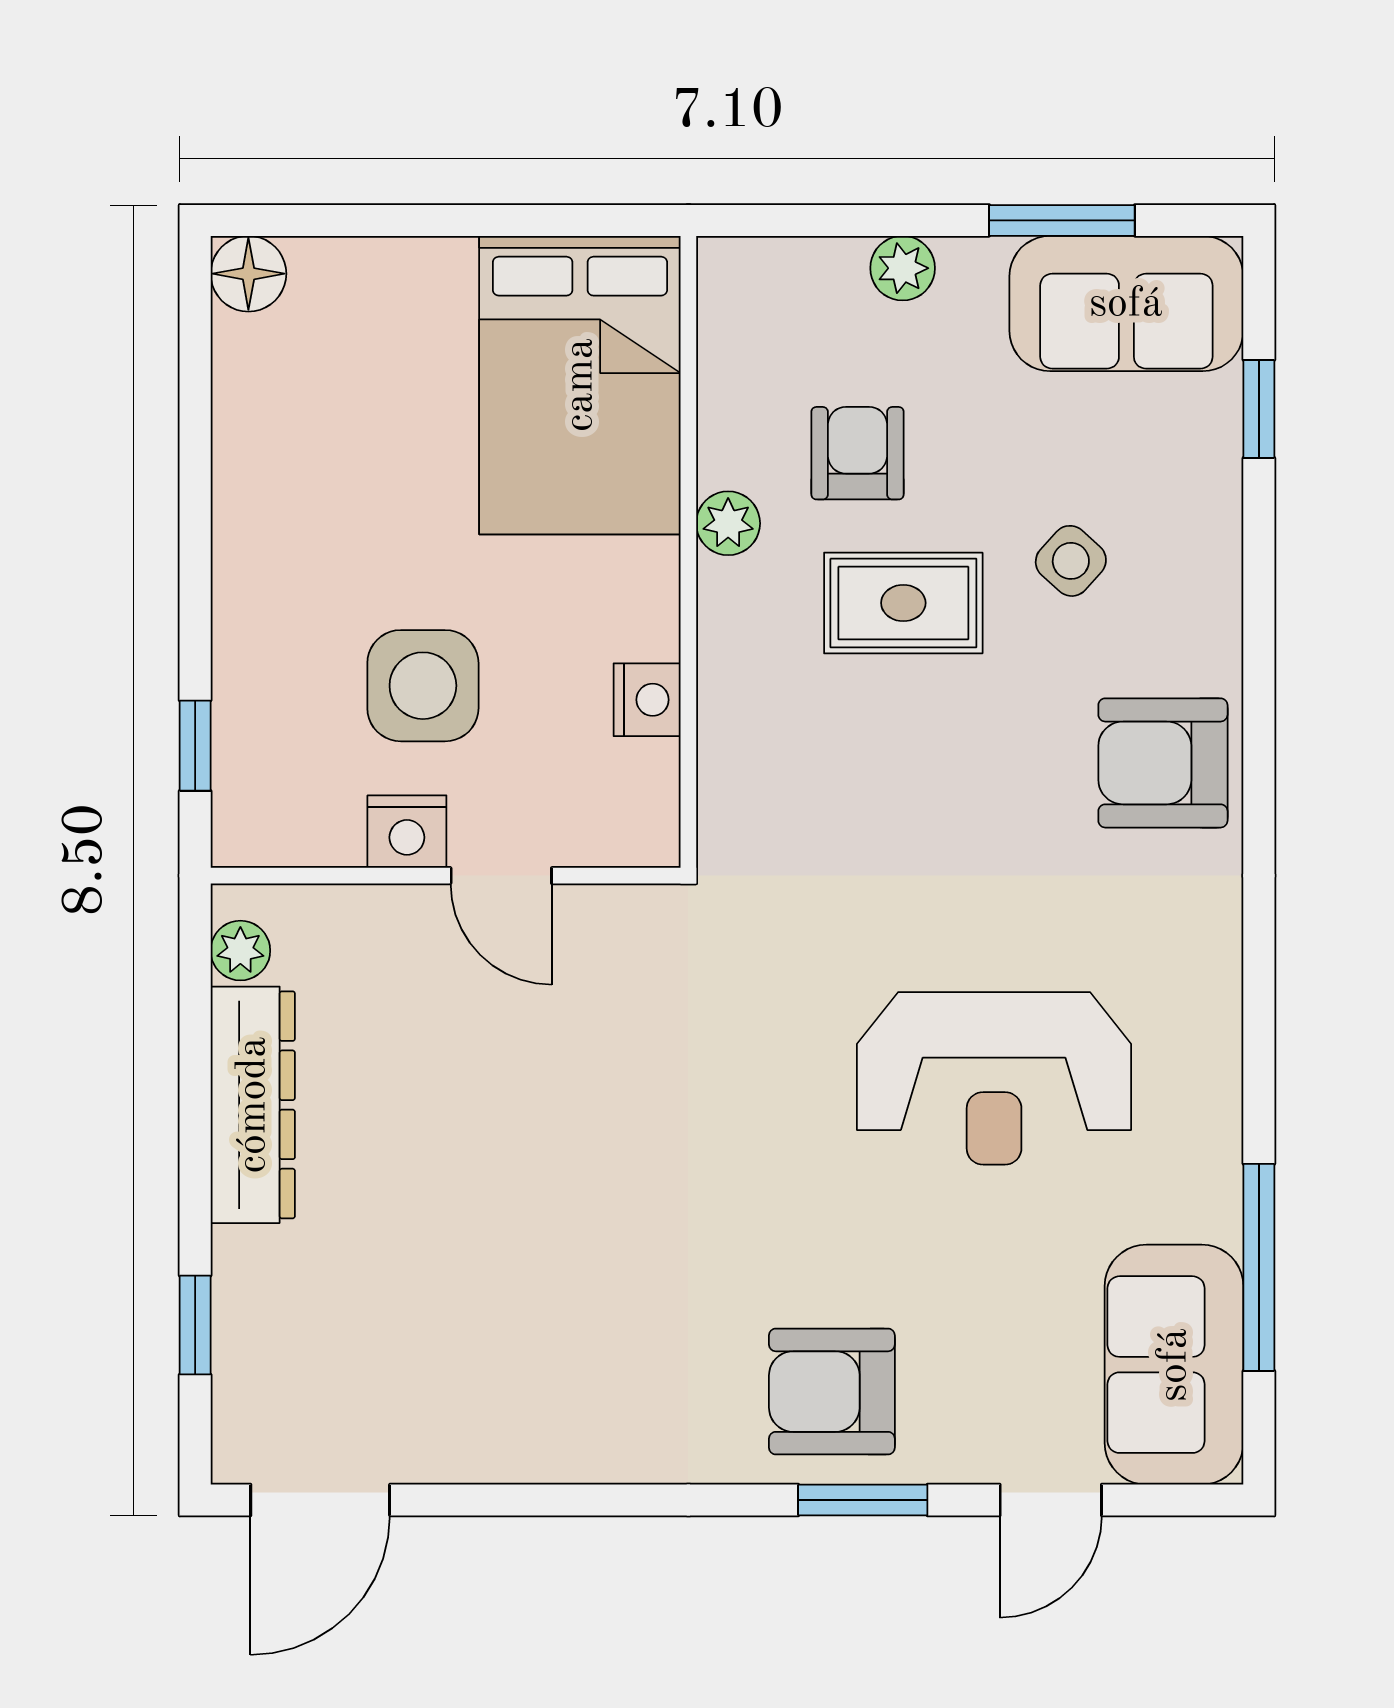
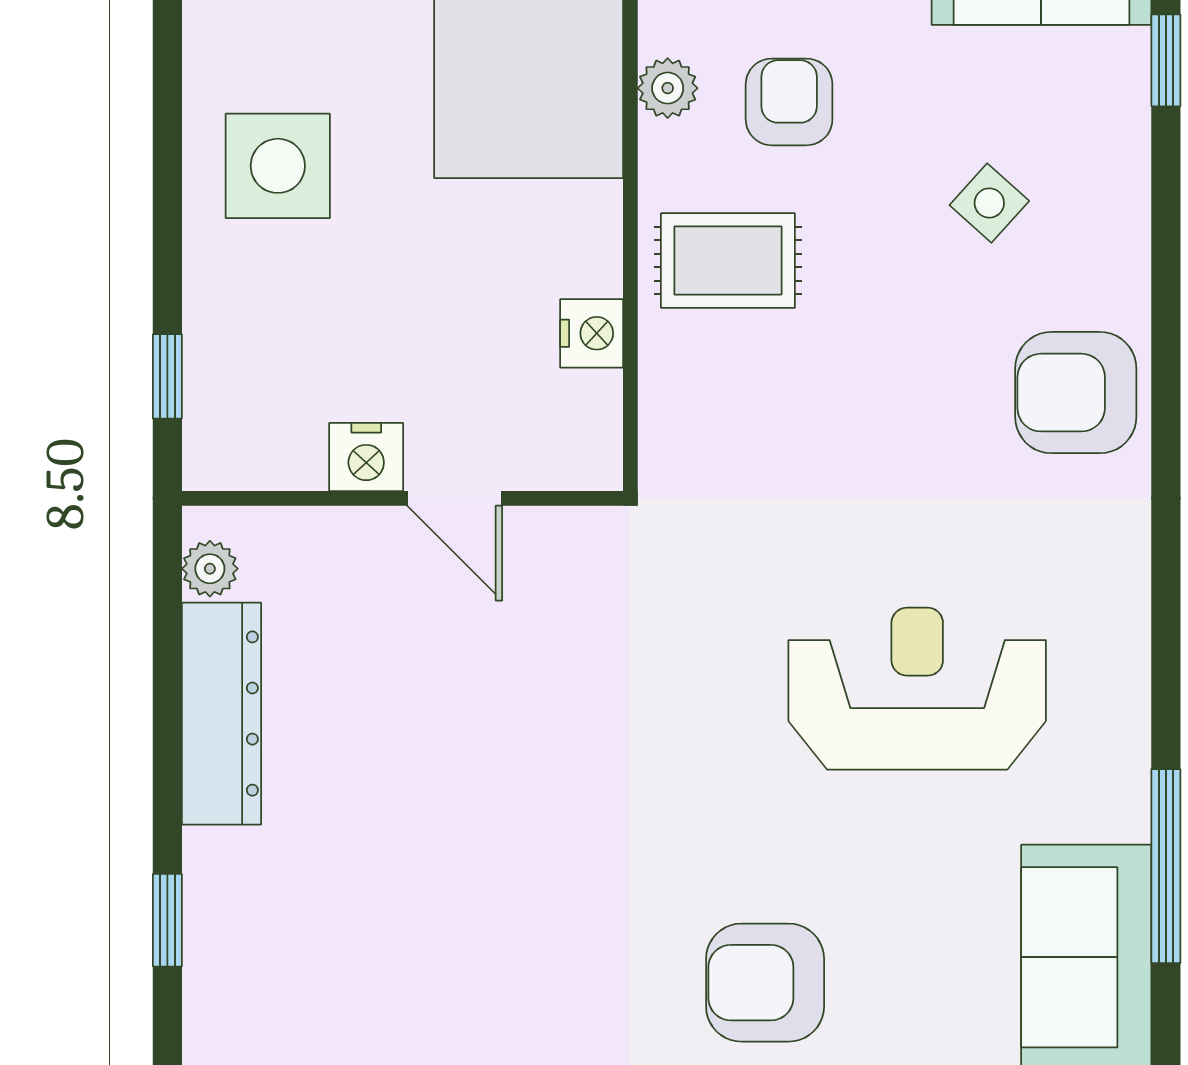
plant: (728, 523) -> (668, 88), moved
rug: (903, 603) -> (728, 260), moved
side table: (423, 686) -> (278, 166), moved
reception desk: (994, 1078) -> (917, 689), turned 180

